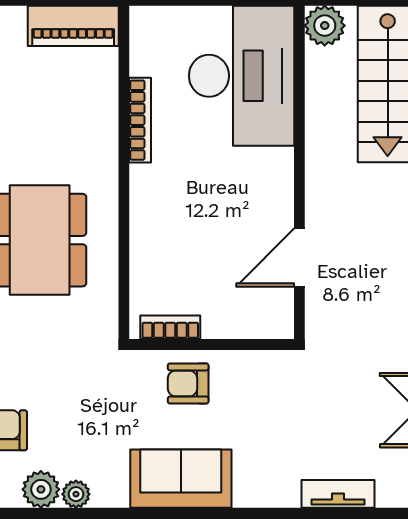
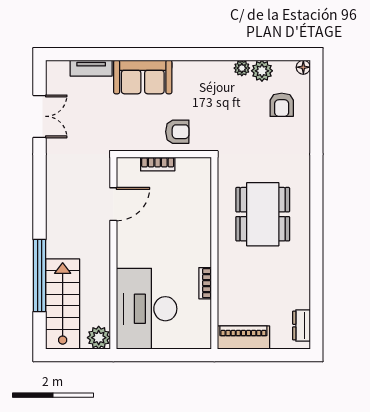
bookcase: (140, 120) -> (205, 283), width x0.64
bookcase: (170, 327) -> (158, 164), moved
sofa: (181, 479) -> (143, 77), moved

